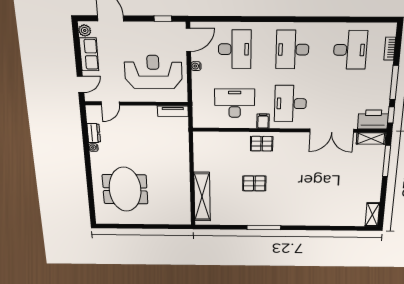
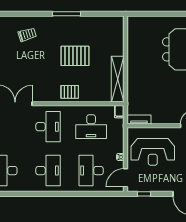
filing cabinet: (263, 121) -> (119, 112), moved
pallet: (254, 183) -> (75, 56), width x1.50, depth x1.42
shelving: (202, 197) -> (118, 79), moved
trolley: (312, 207) -> (27, 35), added

